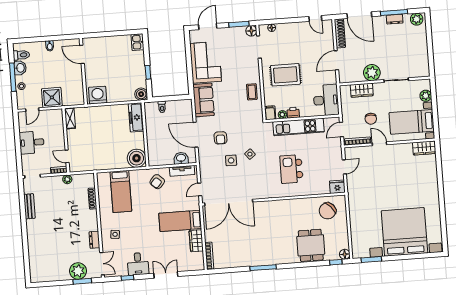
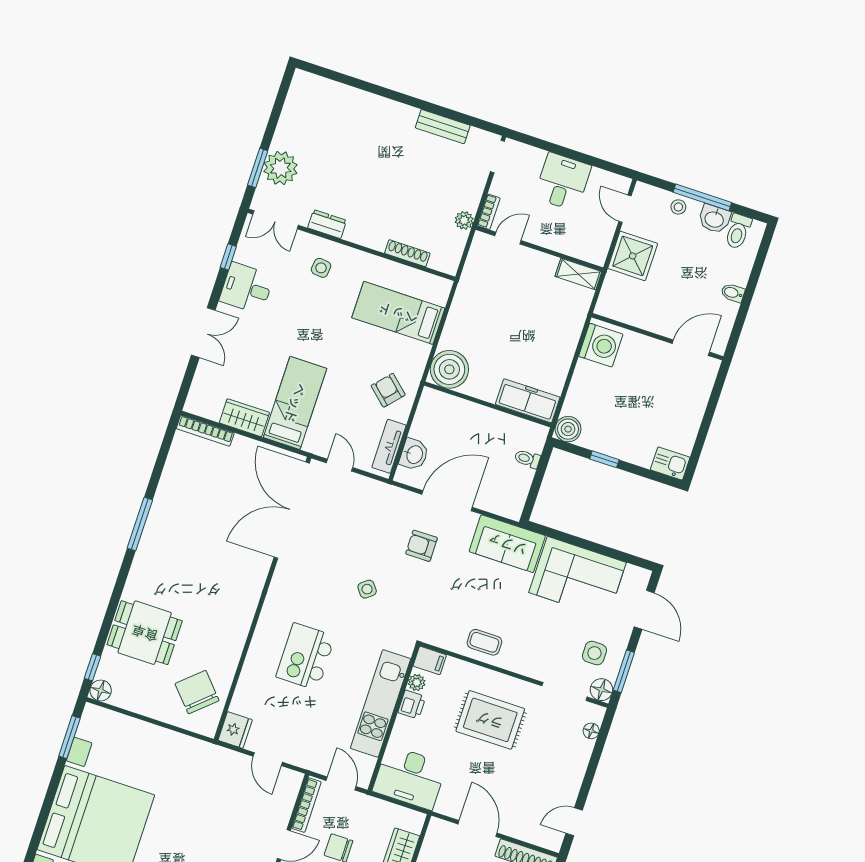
rug: (285, 75) -> (490, 720), turned 90
side table: (231, 160) -> (594, 653), moved
kitchen island: (291, 169) -> (306, 657), turned -90

